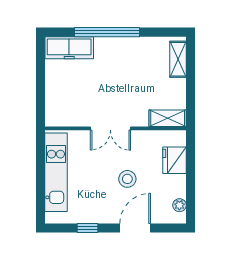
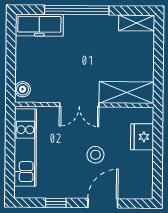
shelving: (178, 59) -> (137, 23), moved, turned 90
boiler: (53, 113) -> (23, 89), added
shelving: (168, 118) -> (127, 93), width x1.50, depth x1.33
plant: (179, 205) -> (147, 181), removed

